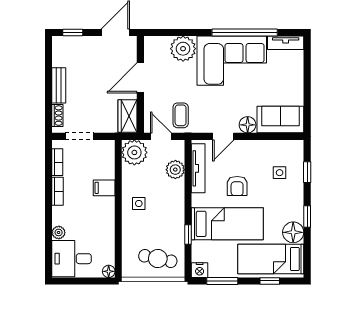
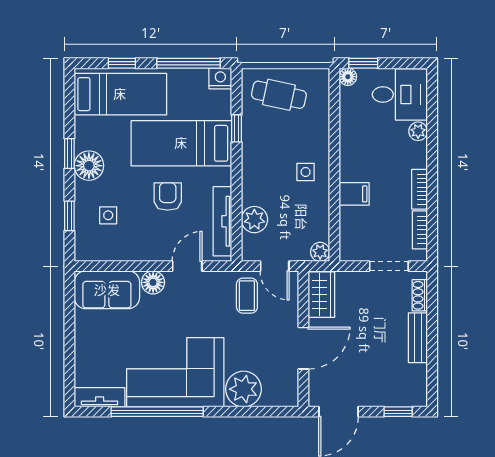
plant: (134, 152) -> (320, 252), width x0.53, depth x0.53
floor lamp: (293, 232) -> (89, 166), moved
window: (98, 281) -> (363, 63), added
window: (222, 281) -> (189, 63), width x1.44

